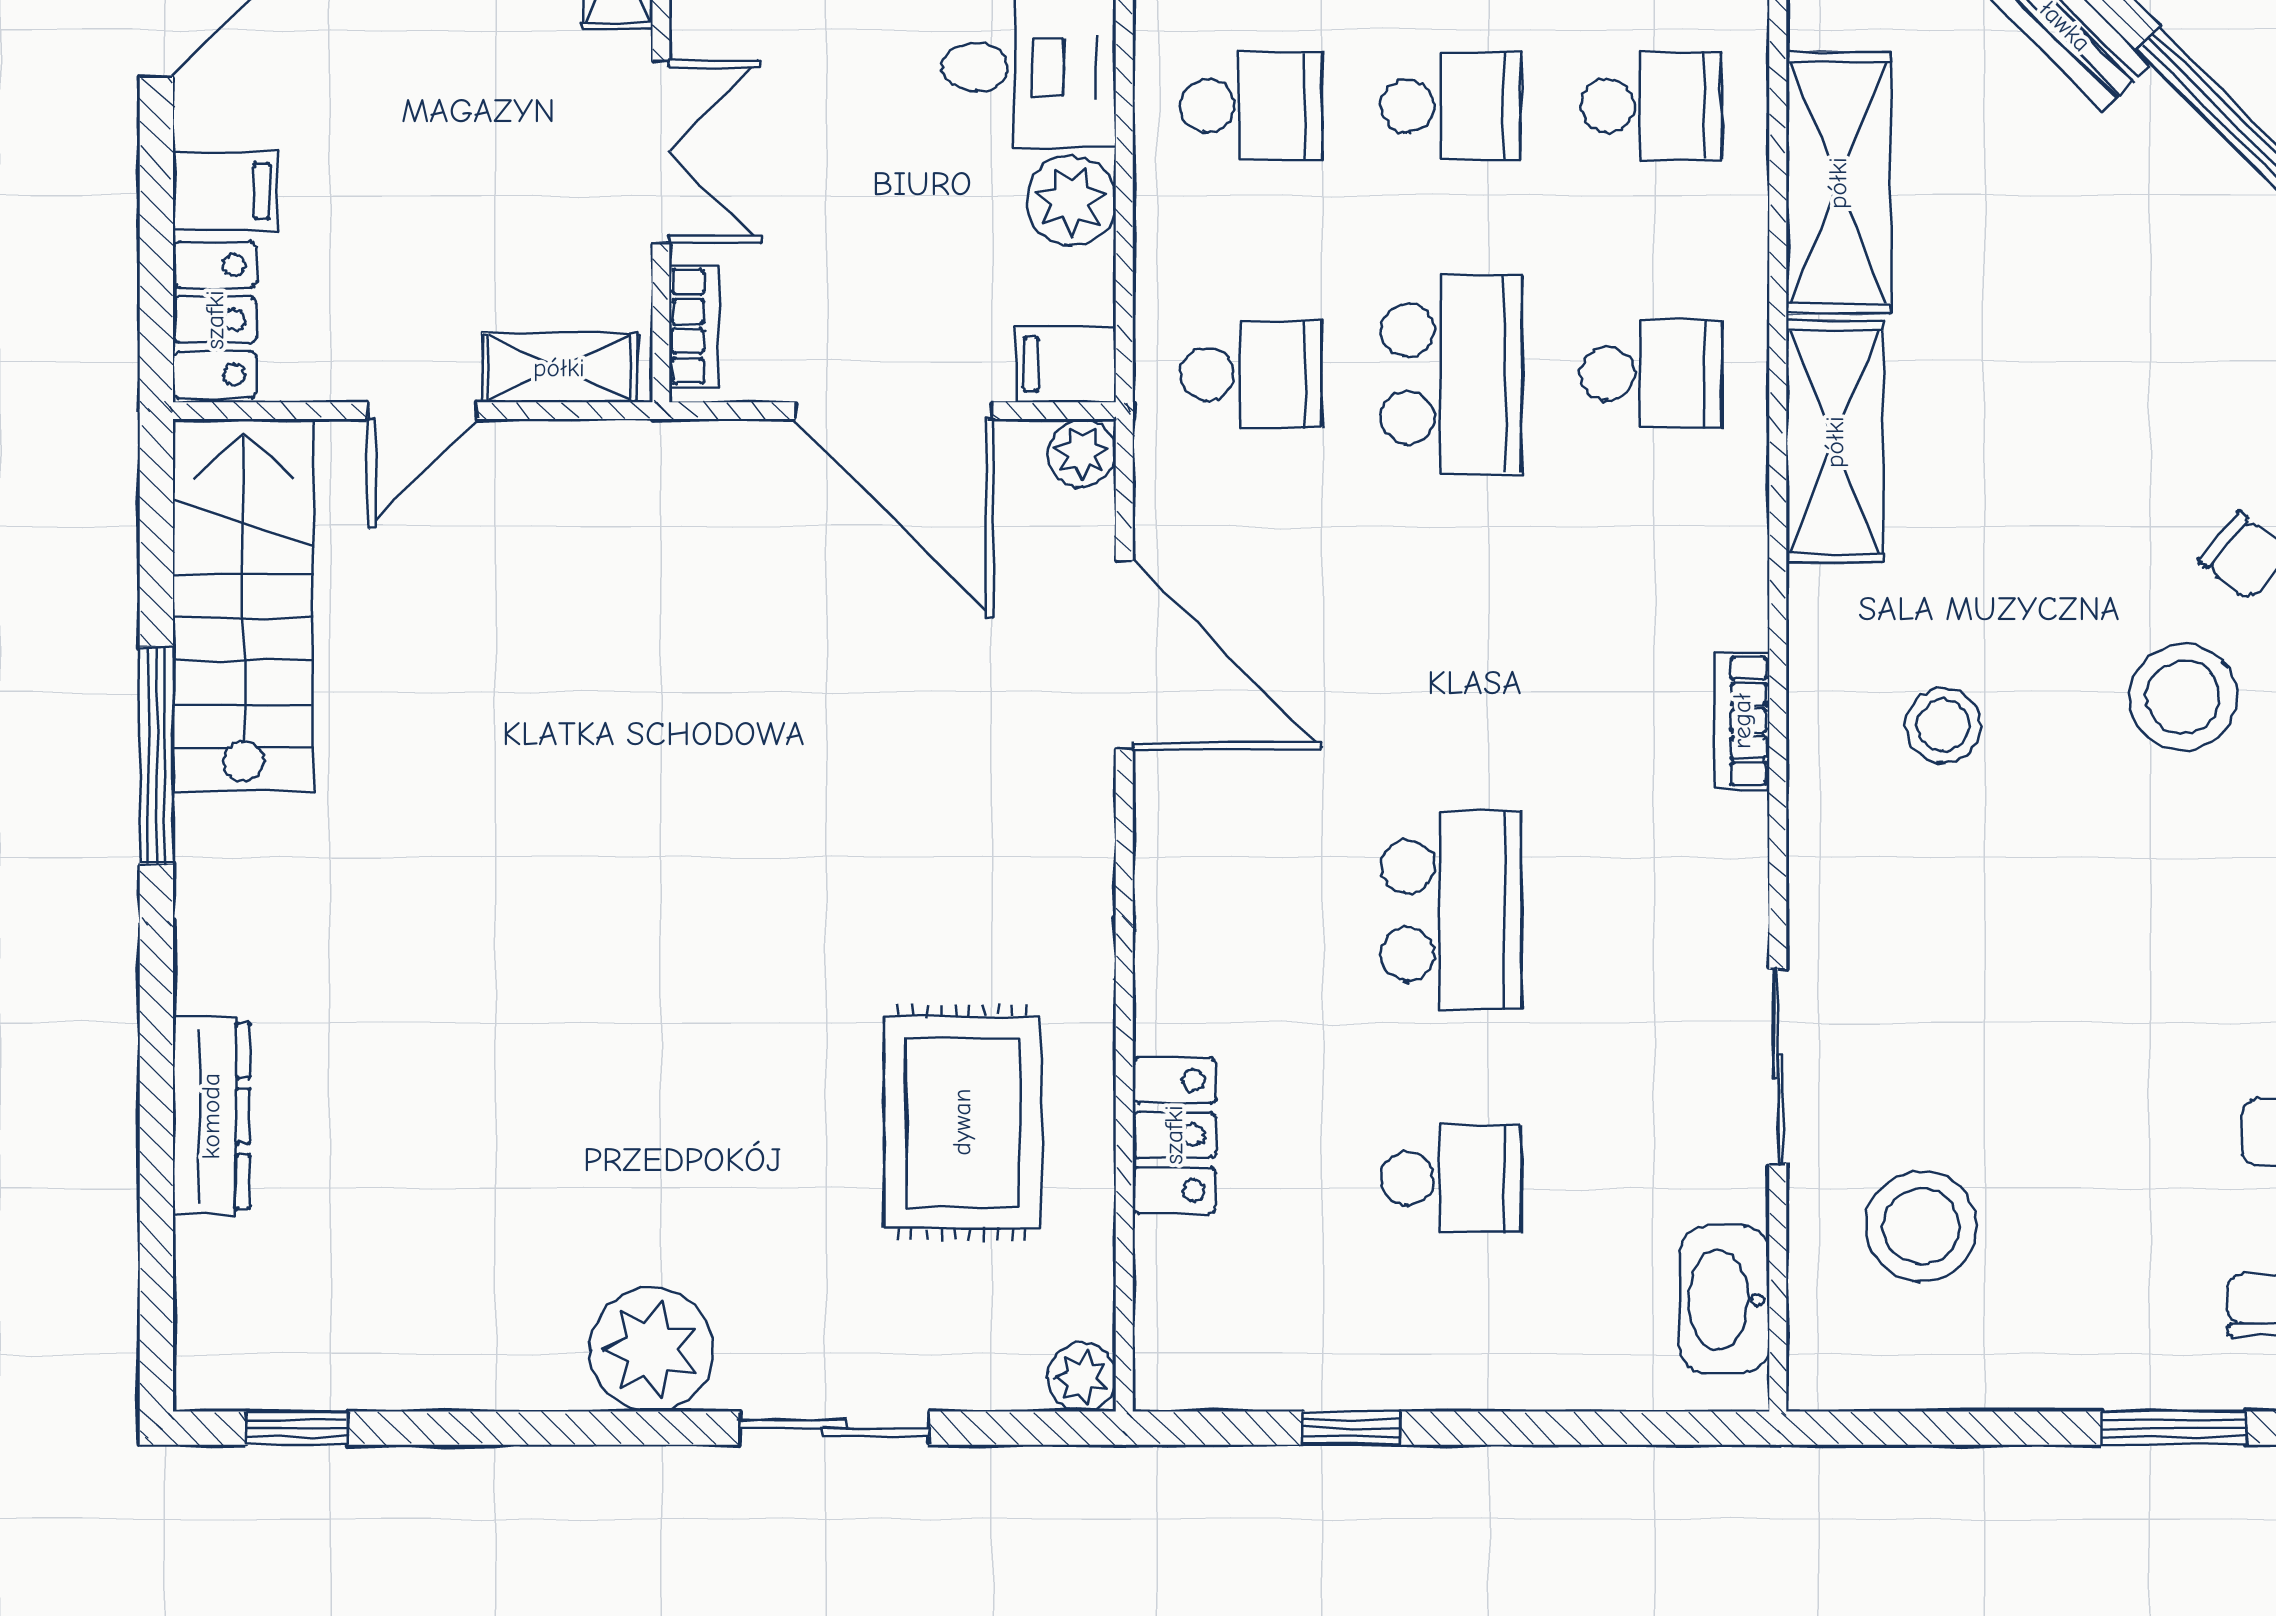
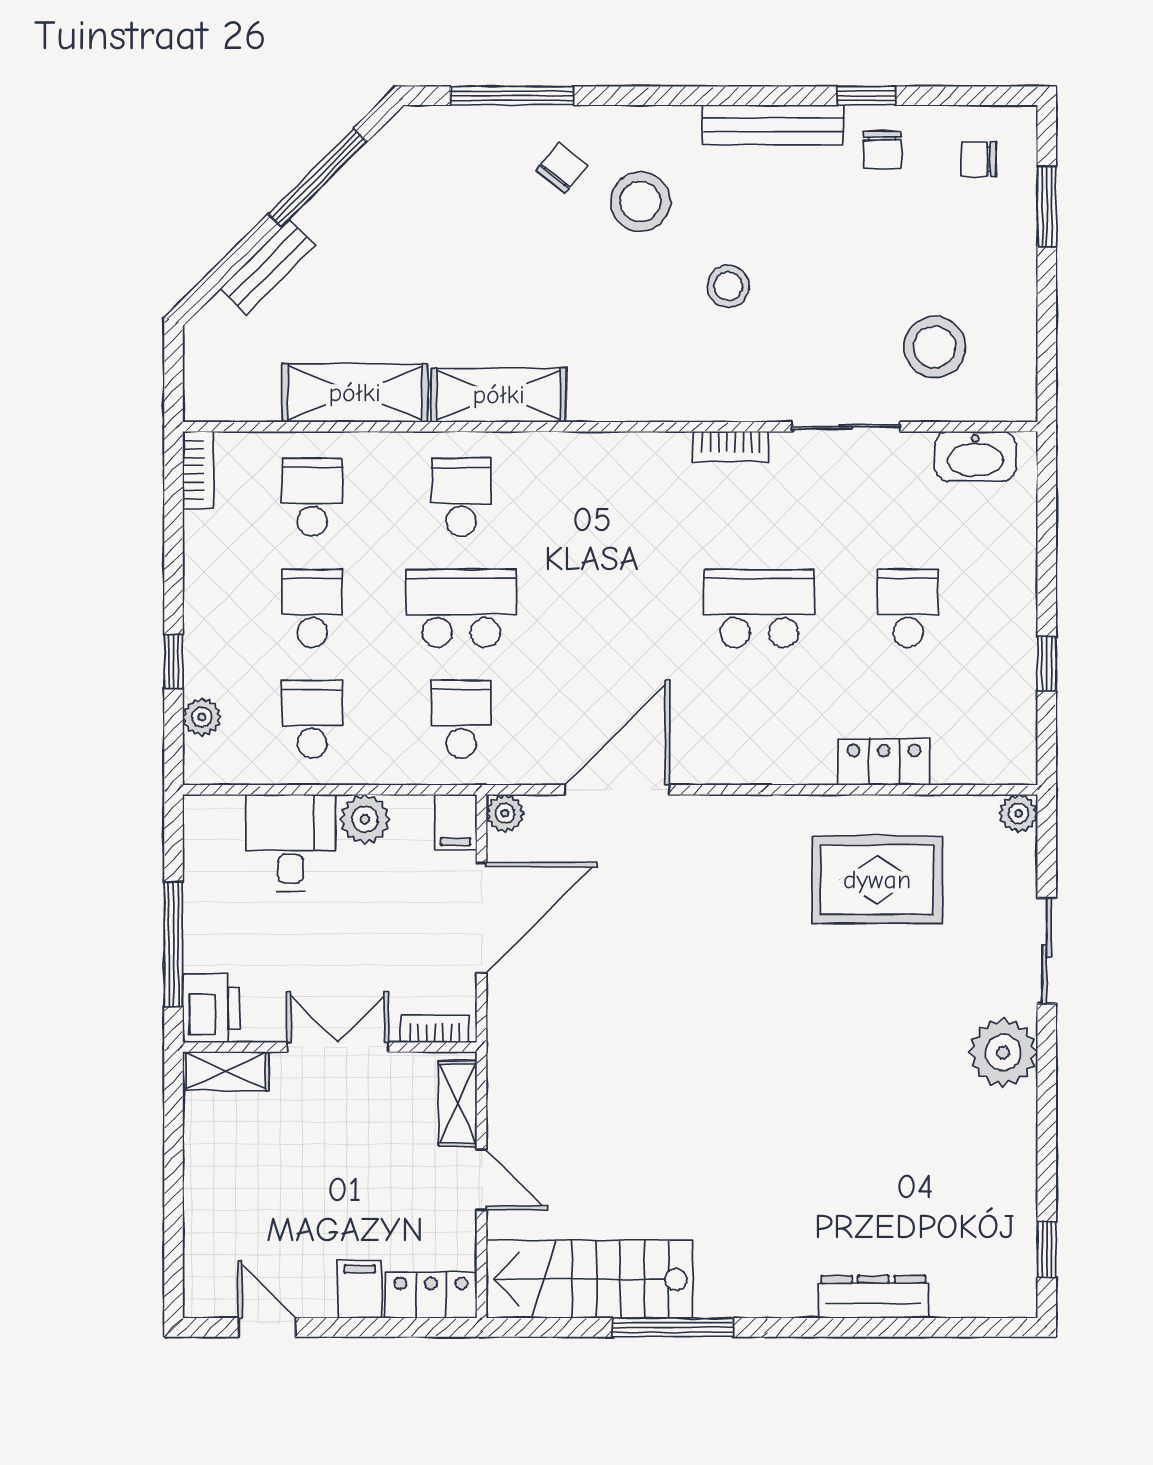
bookcase: (1742, 721) -> (731, 447), moved
stool: (1943, 725) -> (728, 286), moved

